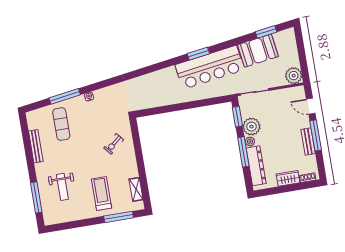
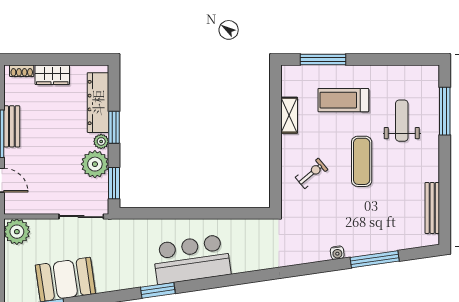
bar counter: (210, 67) -> (192, 259), moved, width x0.73
exercise mat: (61, 124) -> (362, 161), moved
bench: (36, 146) -> (432, 208), moved
window: (243, 152) -> (114, 127), width x0.69
shelving: (136, 189) -> (289, 115), moved
treadmill: (101, 194) -> (343, 100), turned 90

